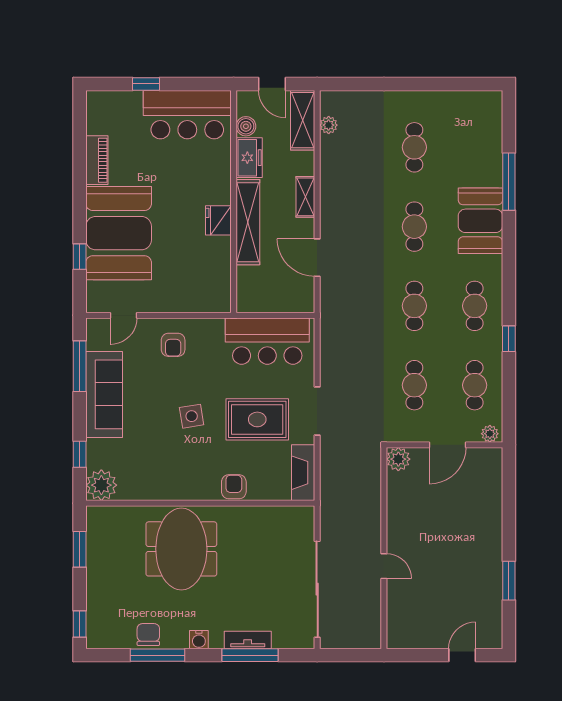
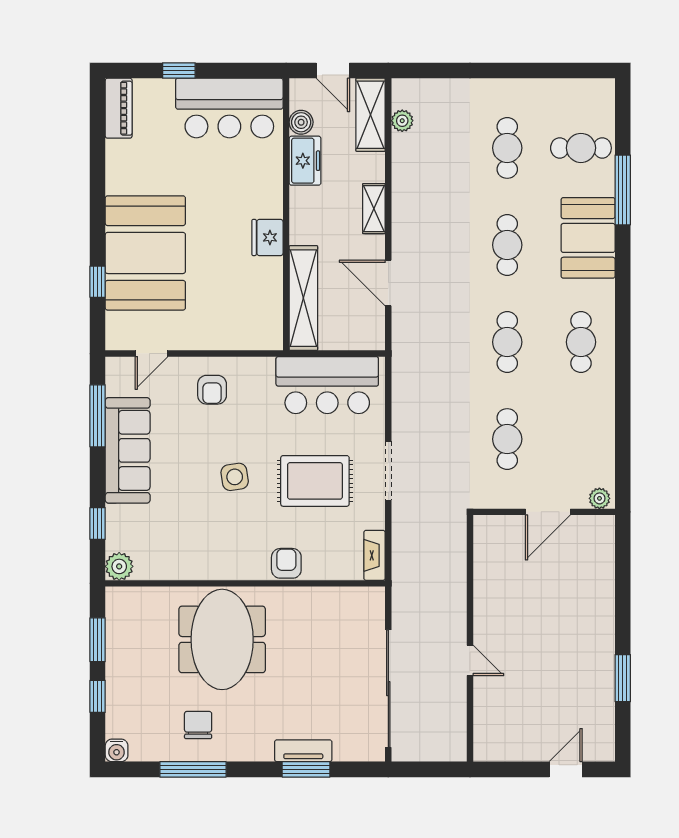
piano: (97, 160) -> (119, 108), moved
shelving: (248, 222) -> (303, 298), moved
window: (509, 339) -> (623, 382), removed
cafe table: (475, 385) -> (581, 148), moved, turned 90
plant: (398, 459) -> (488, 529), removed
fireplace: (303, 473) -> (374, 555), width x0.73, depth x0.76
plant: (101, 485) -> (119, 566), width x0.73, depth x0.73
window: (80, 624) -> (98, 696), moved
chair: (148, 635) -> (198, 725), moved
water cooler: (199, 640) -> (117, 750), moved
window: (250, 655) -> (306, 769), width x0.69

